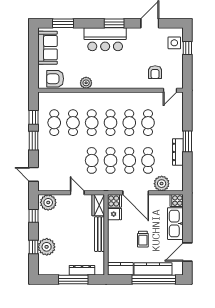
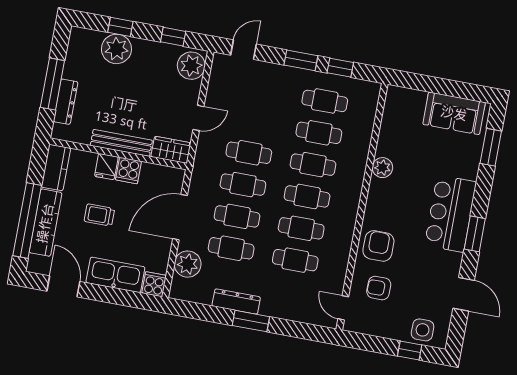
armchair: (55, 79) -> (378, 246), moved
cooker: (115, 201) -> (129, 170), moved
fridge: (115, 214) -> (106, 167), moved

